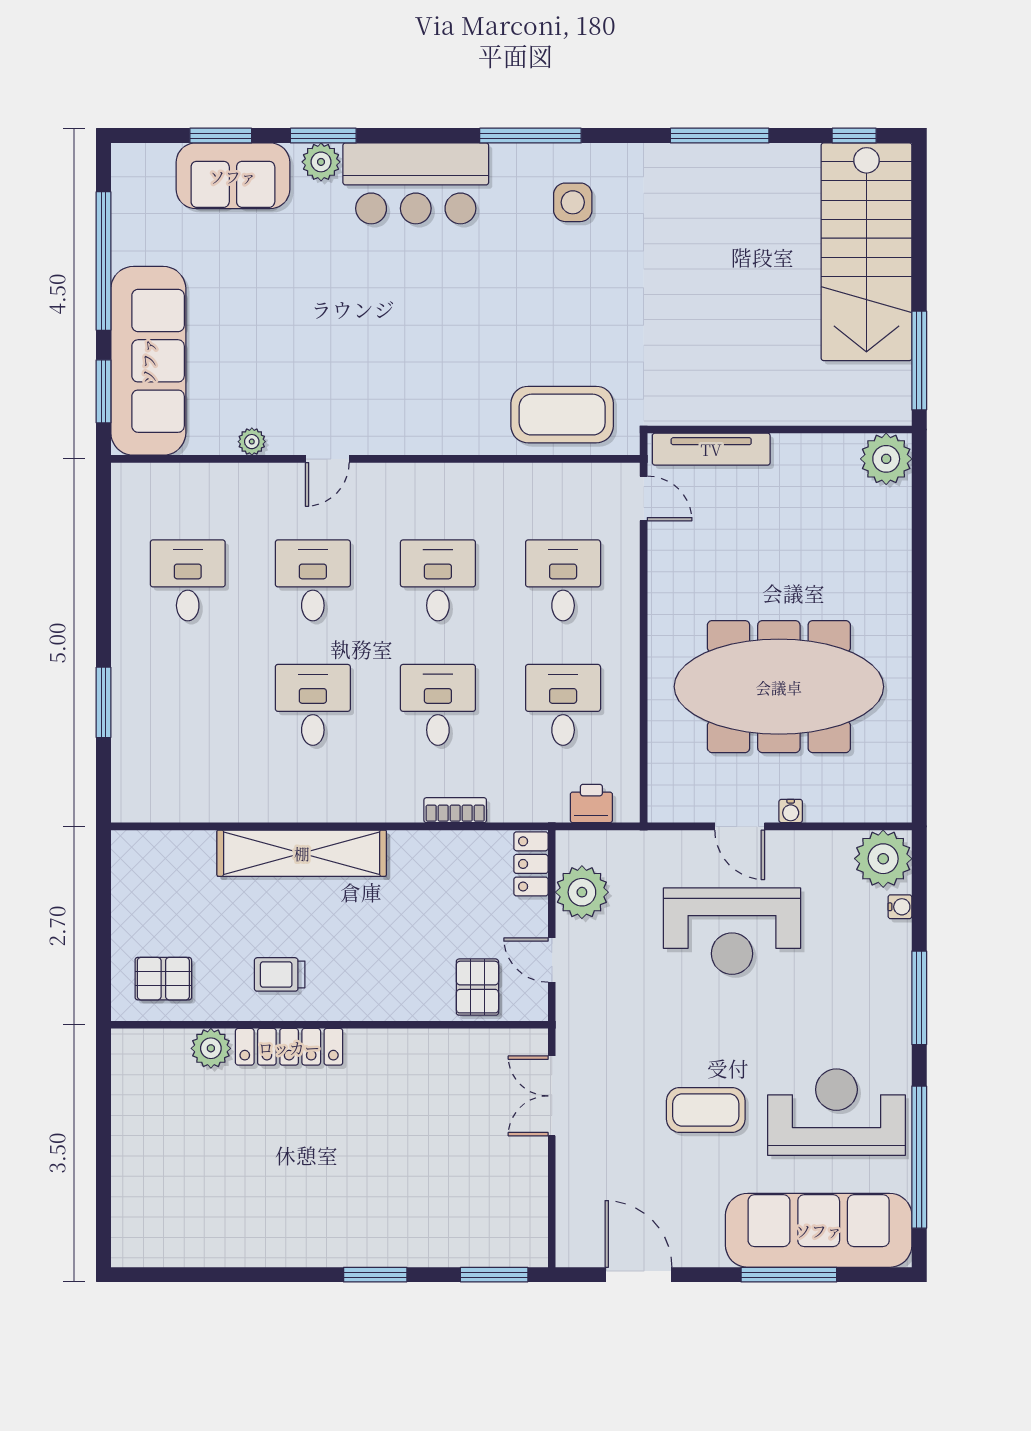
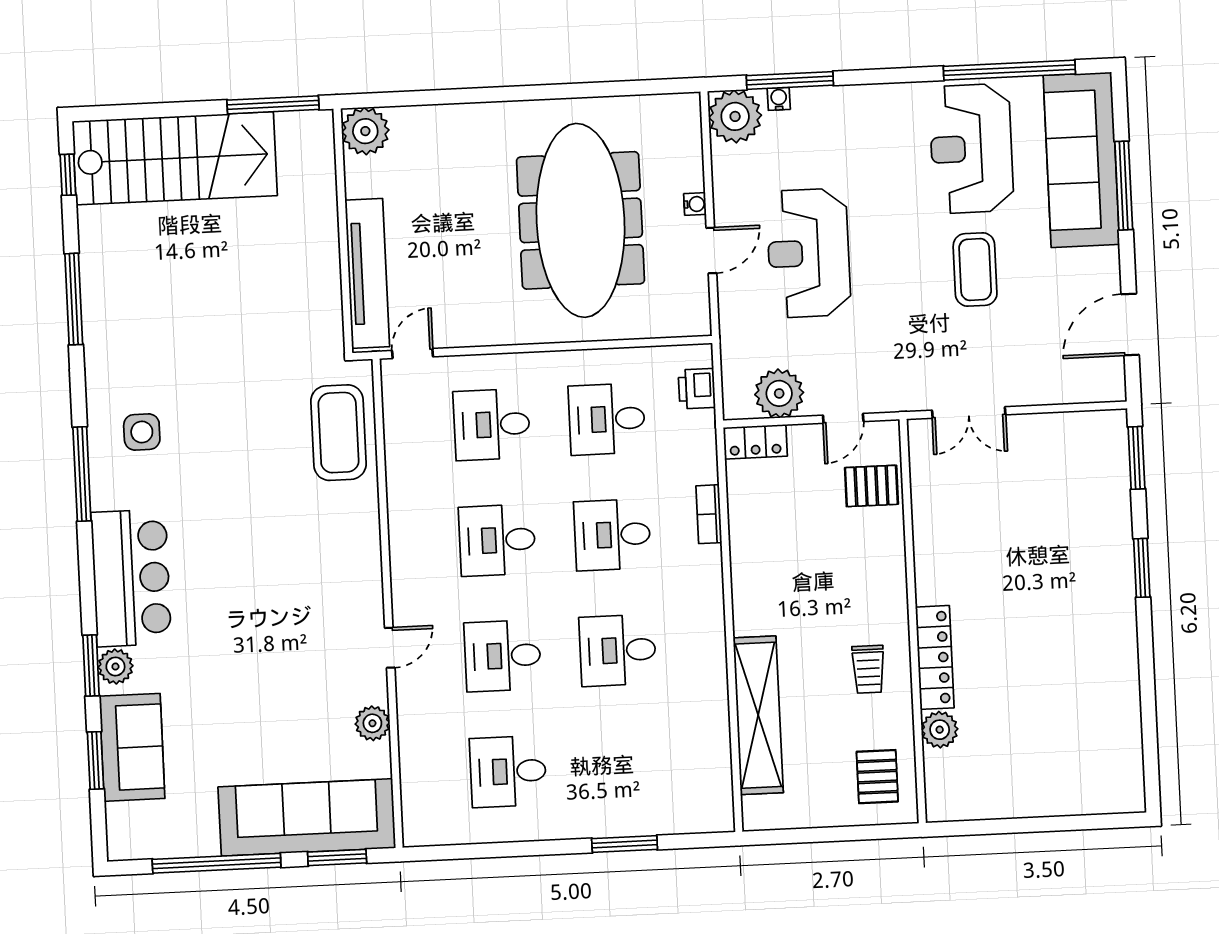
plant: (252, 442) -> (372, 723), width x1.38, depth x1.38
tv unit: (711, 449) -> (367, 273), width x1.36, depth x1.29
door: (327, 459) -> (390, 648), hinge flipped
shelving: (302, 853) -> (758, 715), moved
reception desk: (732, 931) -> (809, 253), turned 180
window: (919, 998) -> (790, 80), moved

